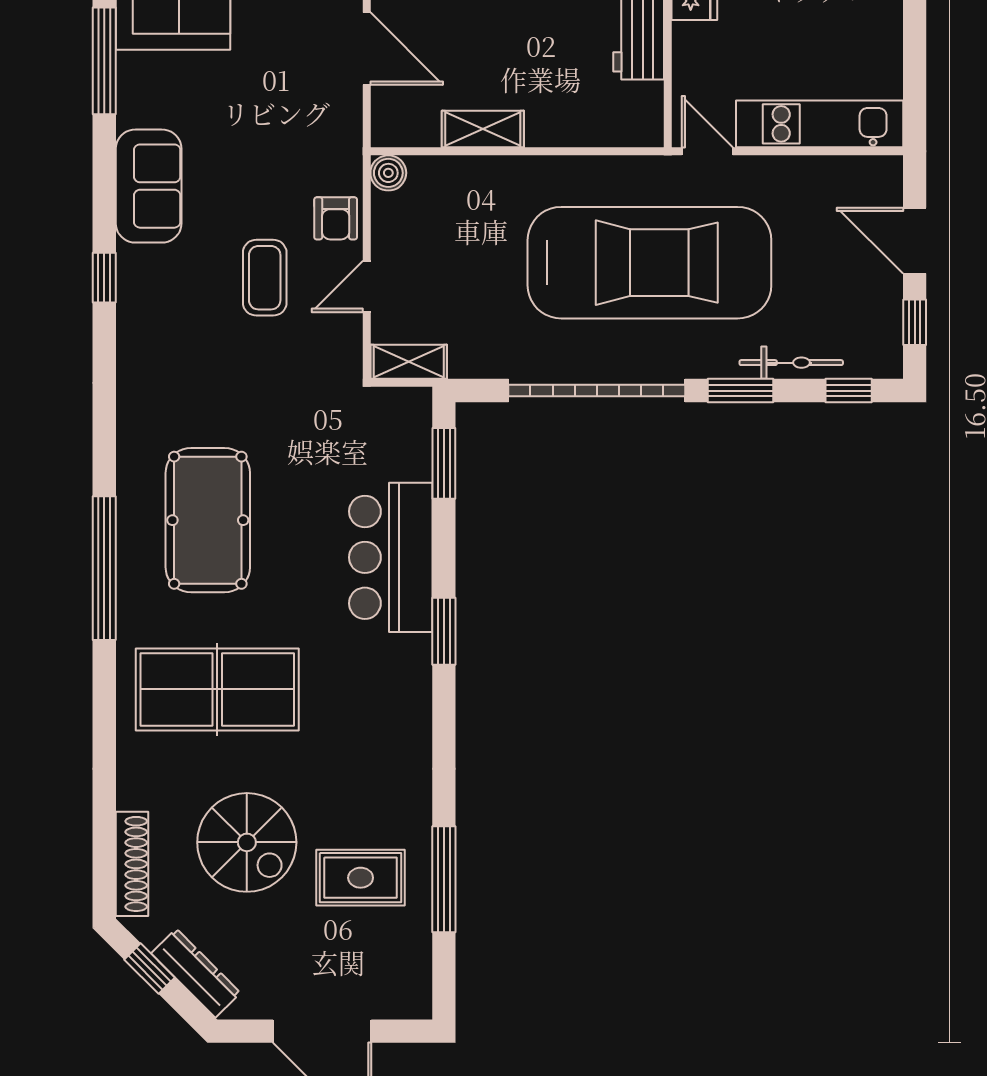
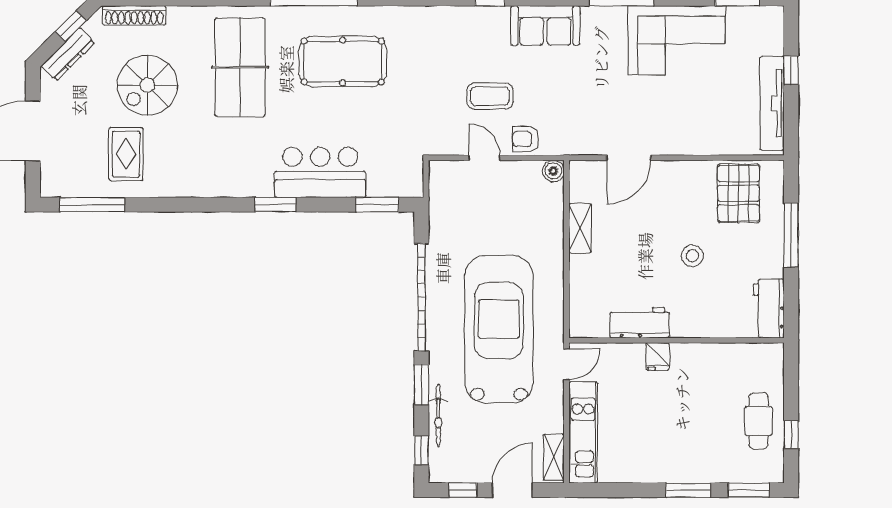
car: (649, 263) -> (499, 329), turned 180
shelving: (409, 362) -> (554, 457), moved
window: (444, 879) -> (92, 205), moved

